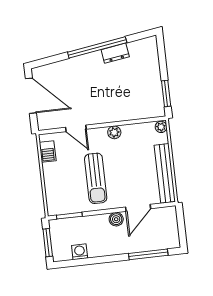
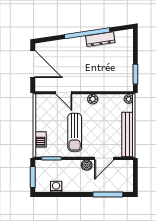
dresser: (115, 53) -> (100, 39), width x1.44
barbecue: (48, 152) -> (41, 139), moved

